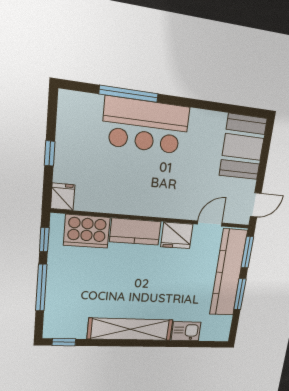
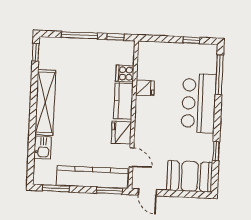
window: (129, 94) -> (219, 75), moved
window: (214, 106) -> (216, 151), added
window: (50, 153) -> (191, 40), moved
fridge: (63, 197) -> (145, 88), moved
cooker: (87, 231) -> (125, 73), width x0.53, depth x0.76
window: (240, 294) -> (56, 188), moved

